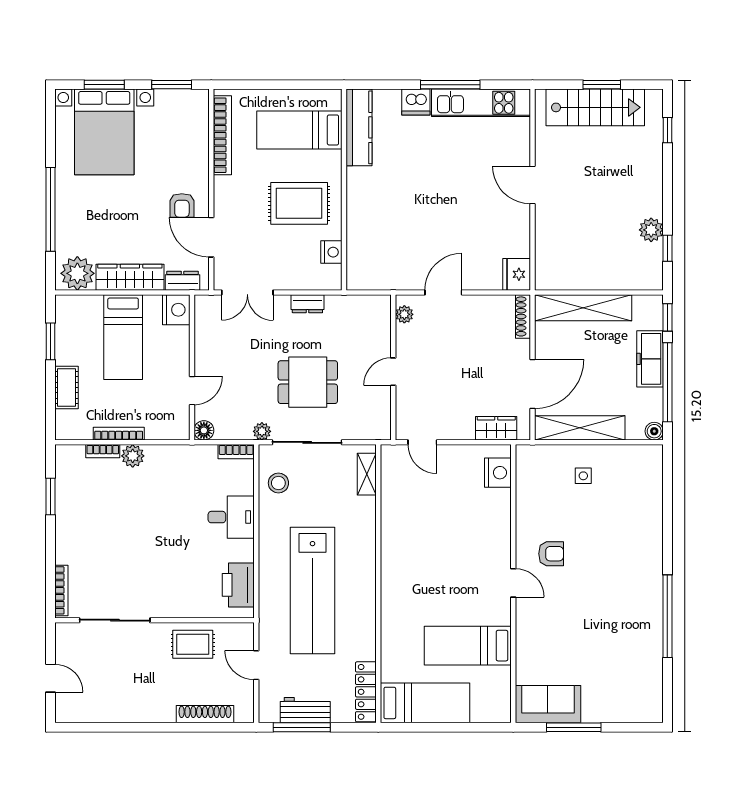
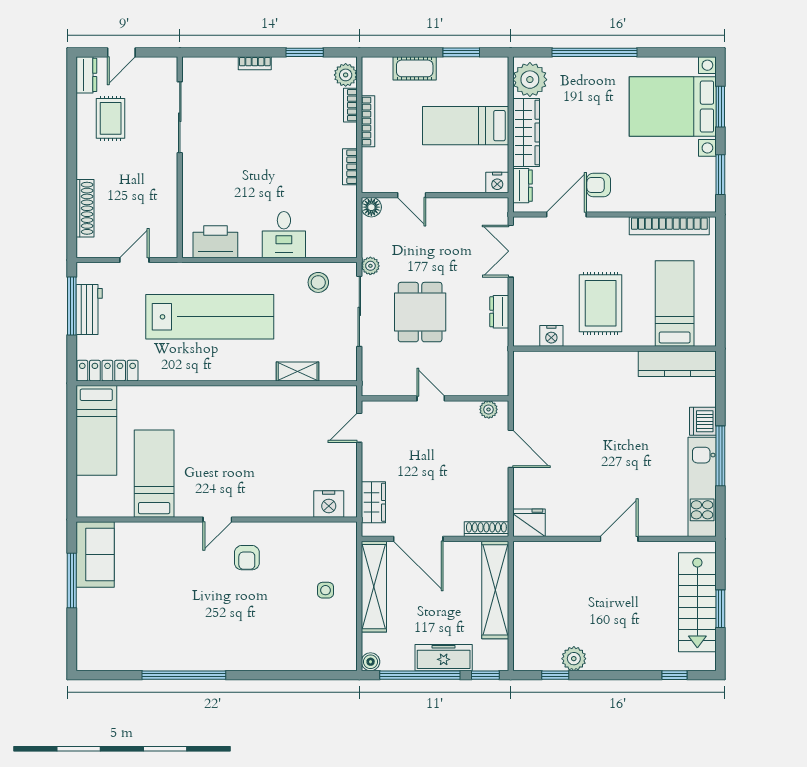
nightstand: (176, 310) -> (497, 183), width x0.74, depth x0.75
bookcase: (236, 452) -> (350, 167), moved
plant: (133, 456) -> (346, 75), moved
shelving: (367, 474) -> (298, 372), moved
bookcase: (61, 590) -> (255, 63), moved, width x0.64
lab bench: (313, 590) -> (210, 317), turned 180
rug: (193, 644) -> (111, 118), moved
dresser: (73, 713) -> (86, 75), added

